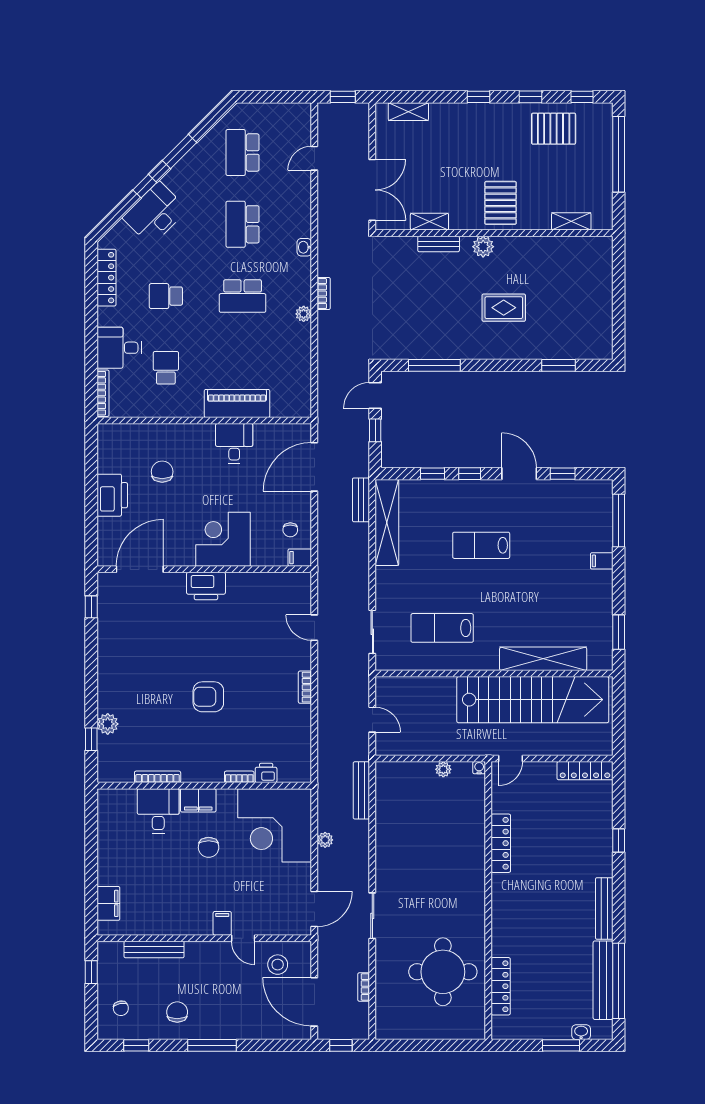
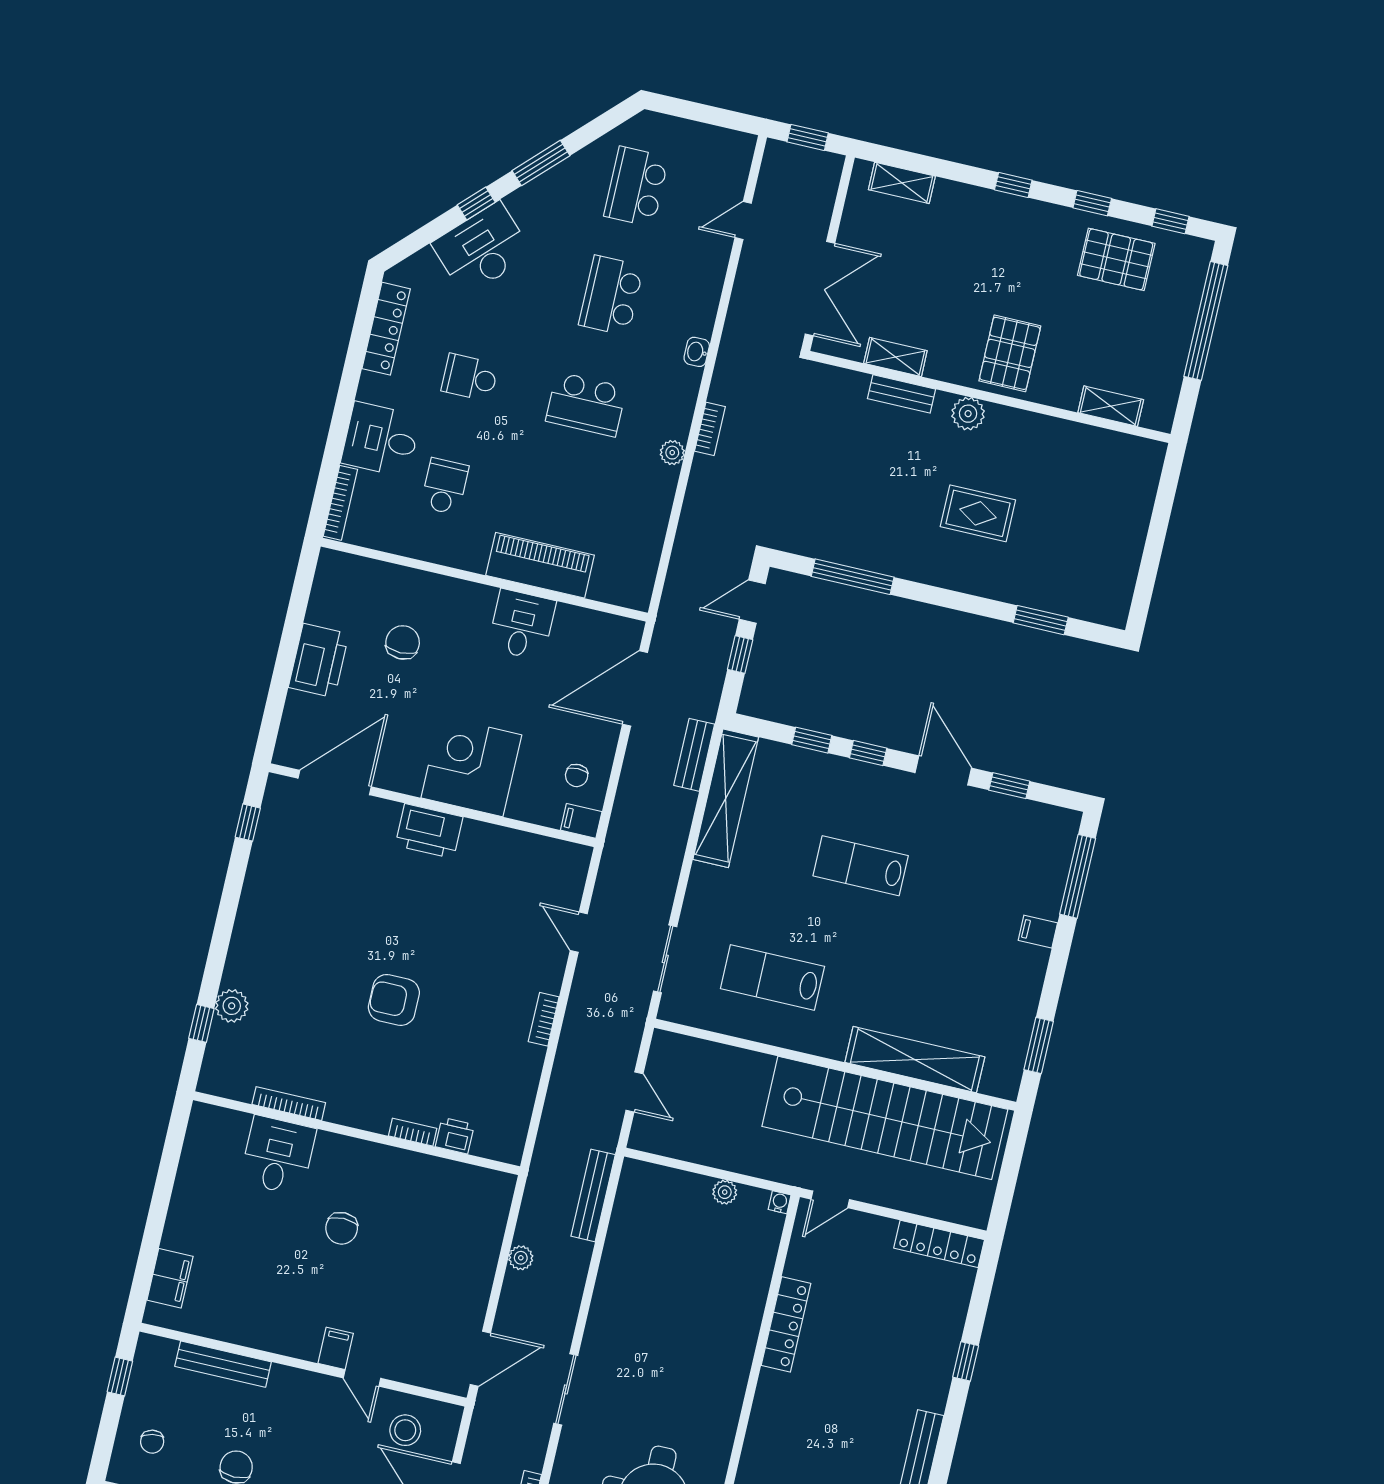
filing cabinet: (198, 800) -> (342, 1153), removed
corner desk: (275, 825) -> (449, 1218), removed

